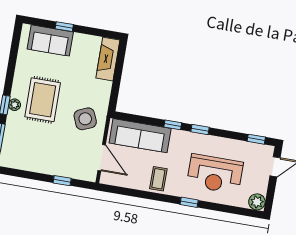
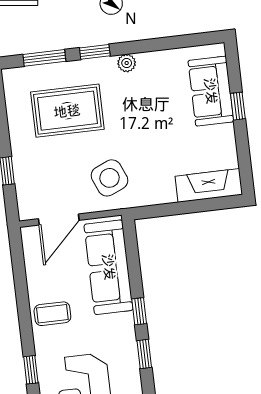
rug: (43, 100) -> (67, 111), moved
plant: (15, 105) -> (127, 63), moved

